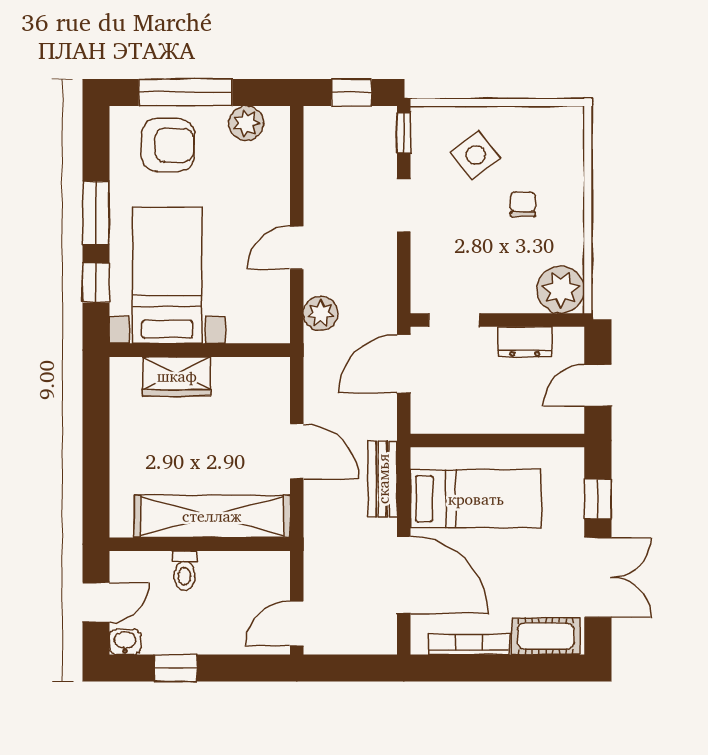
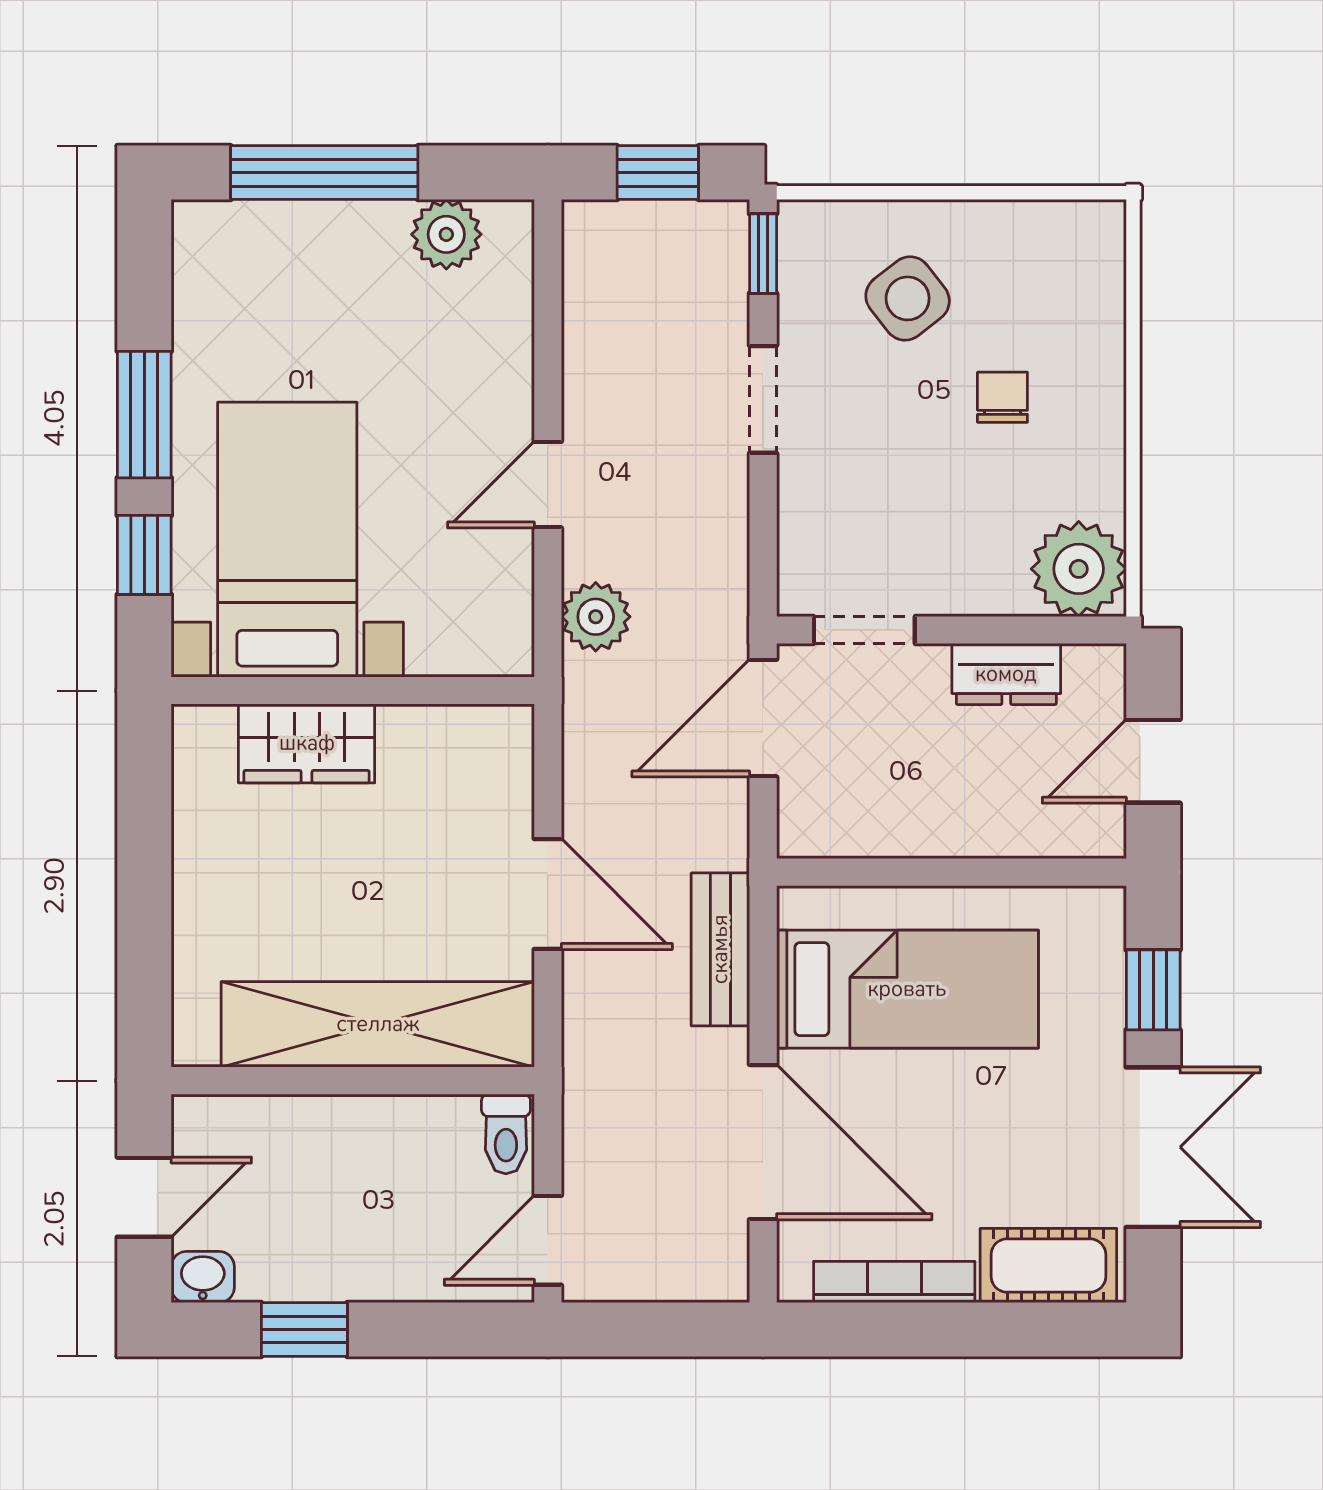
armchair: (168, 145) -> (289, 278), removed
toilet: (184, 571) -> (506, 1134), moved

